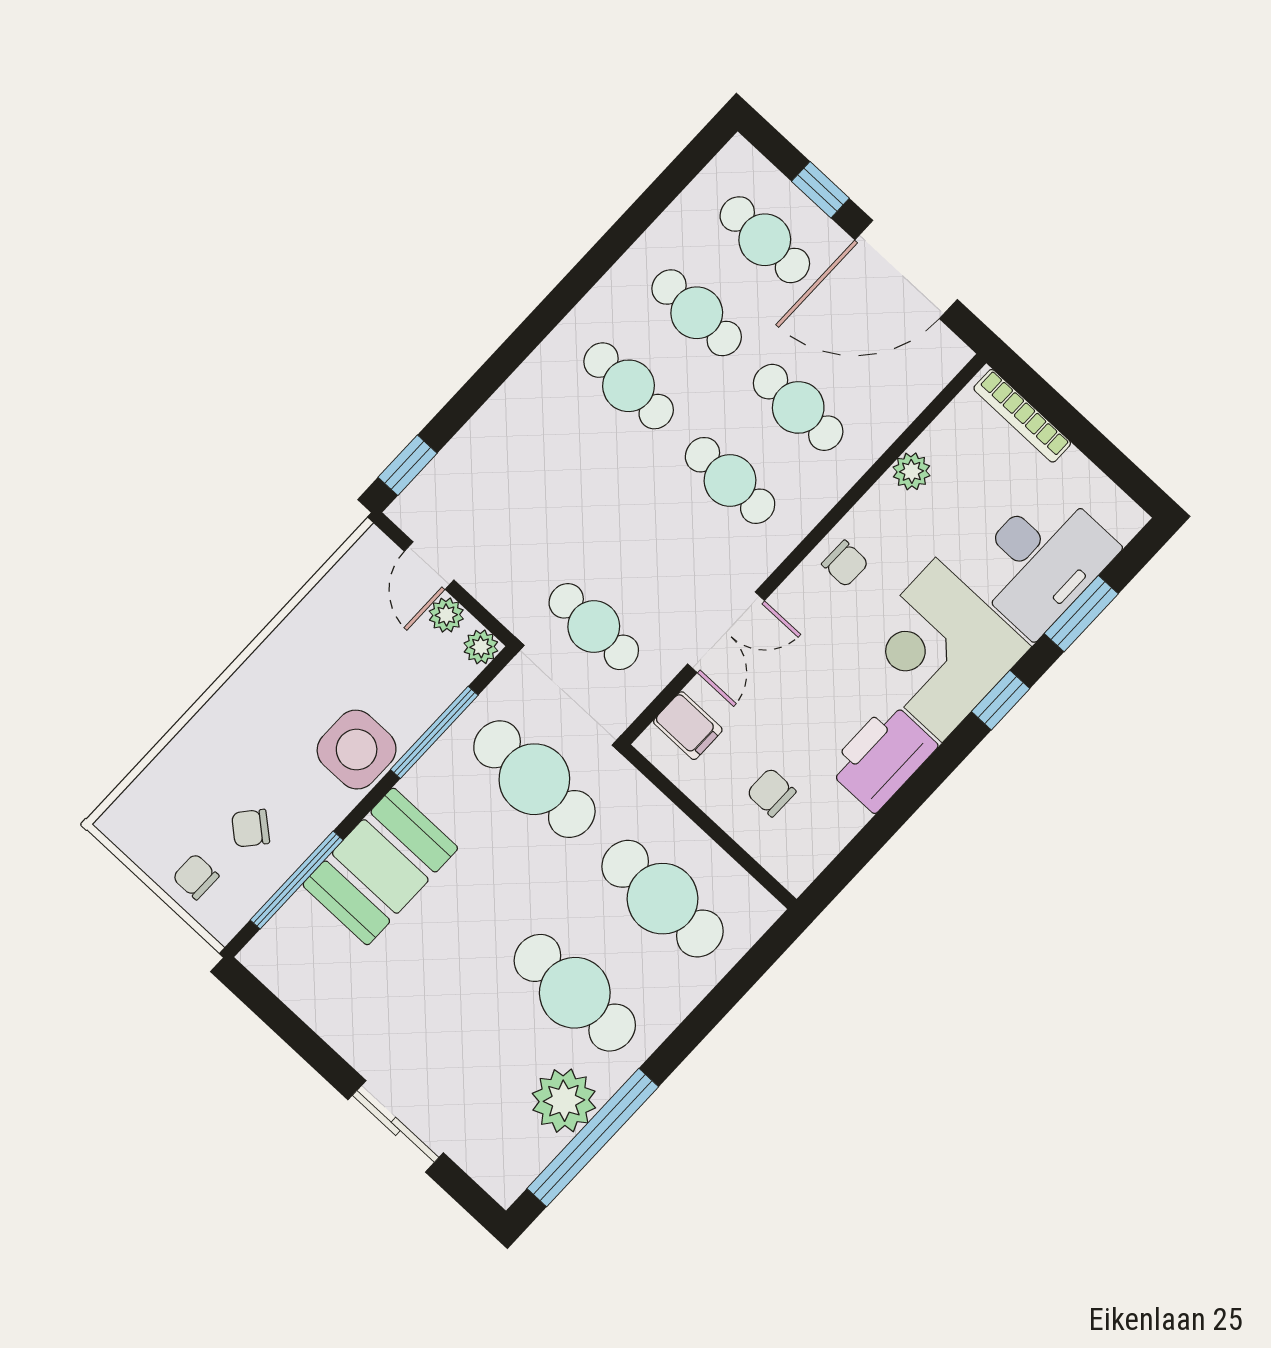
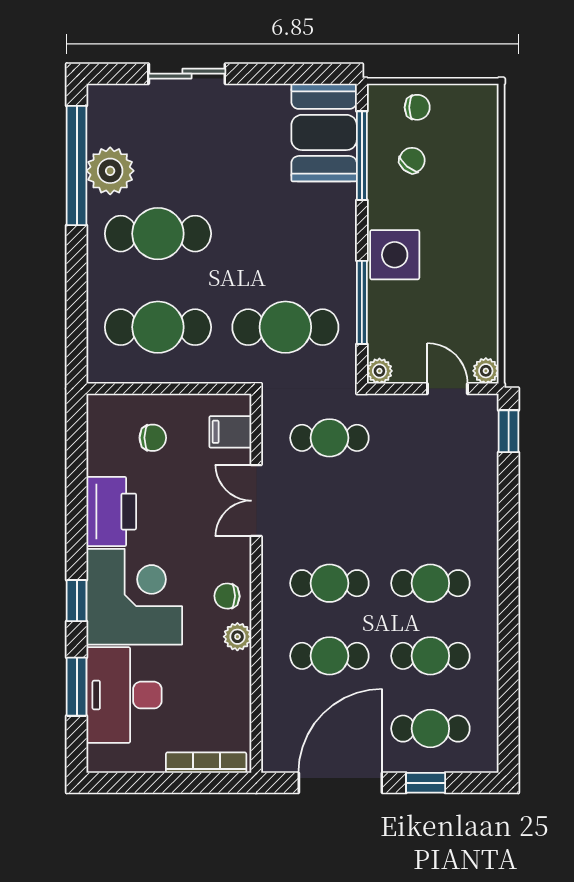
plant: (911, 471) -> (237, 637), moved
plant: (446, 615) -> (486, 371), moved
booth: (380, 866) -> (324, 132), moved

